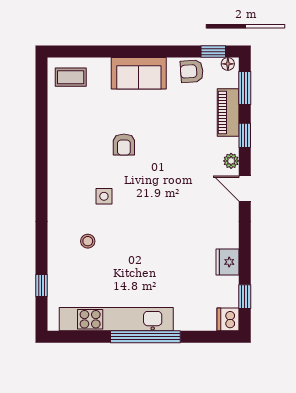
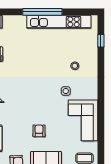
corner sofa: (73, 144) -> (83, 120), added
armchair: (124, 145) -> (39, 131), moved

